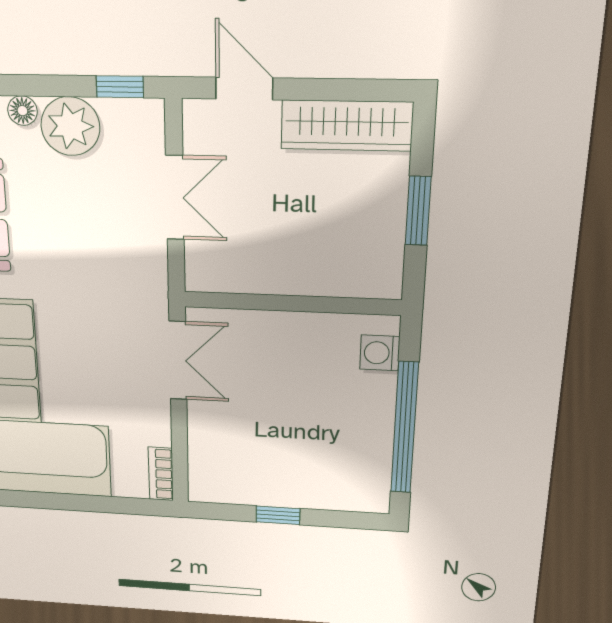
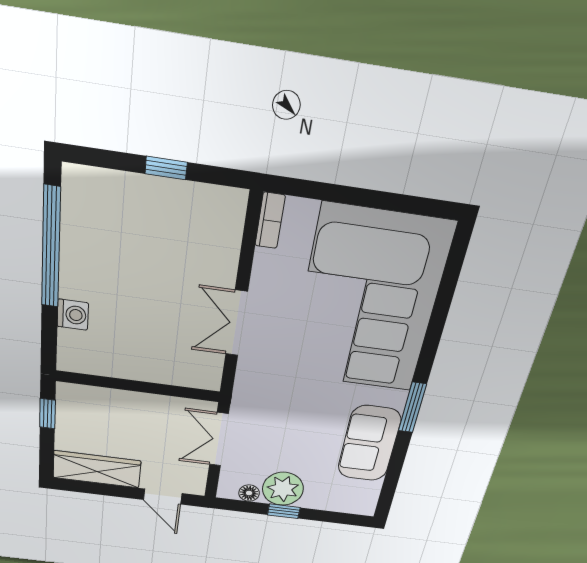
window: (120, 87) -> (284, 511), moved
floor lamp: (22, 111) -> (249, 493), moved
window: (418, 211) -> (47, 414), width x0.67
wall: (292, 303) -> (138, 386), moved

